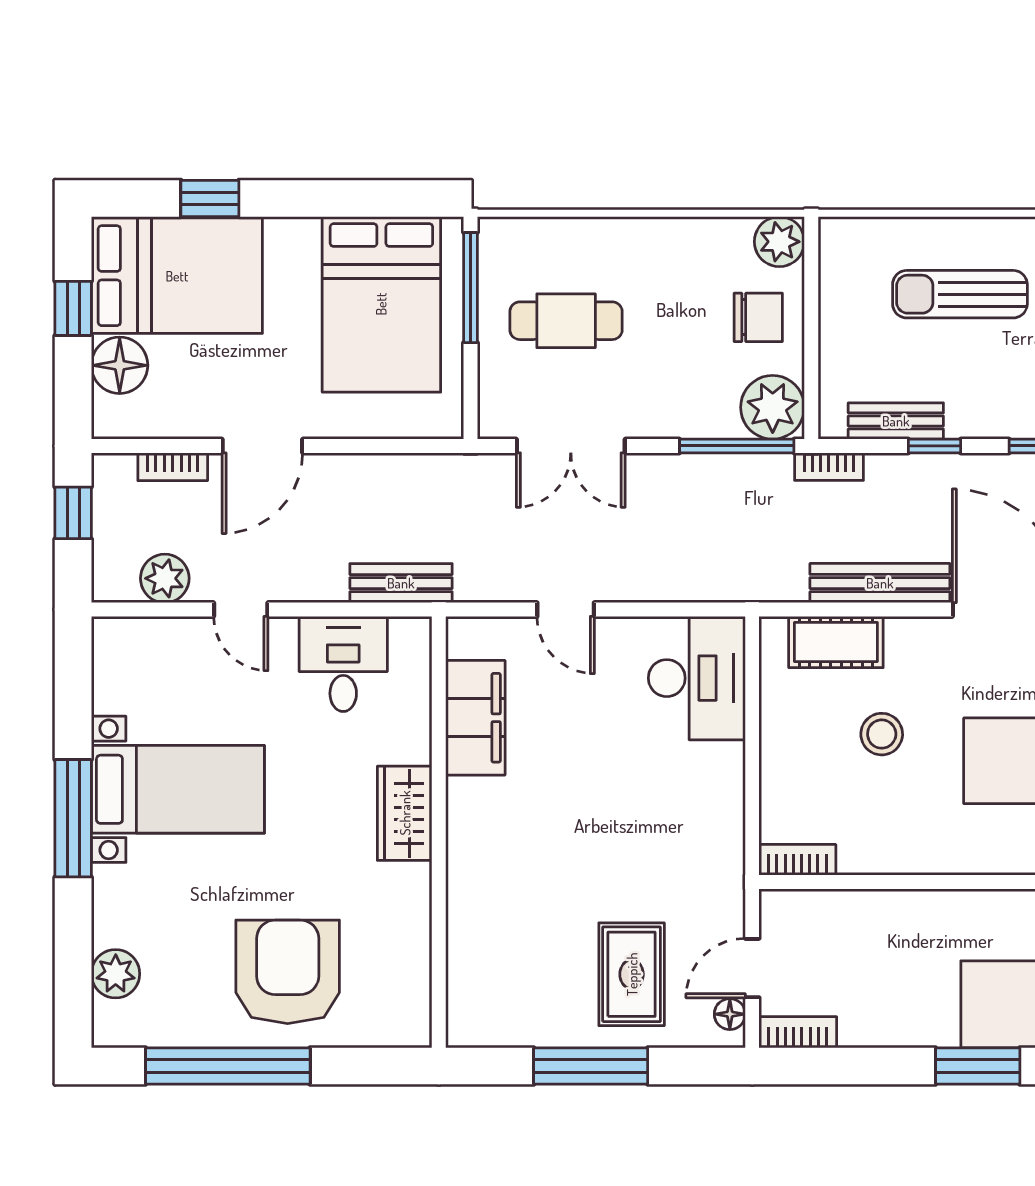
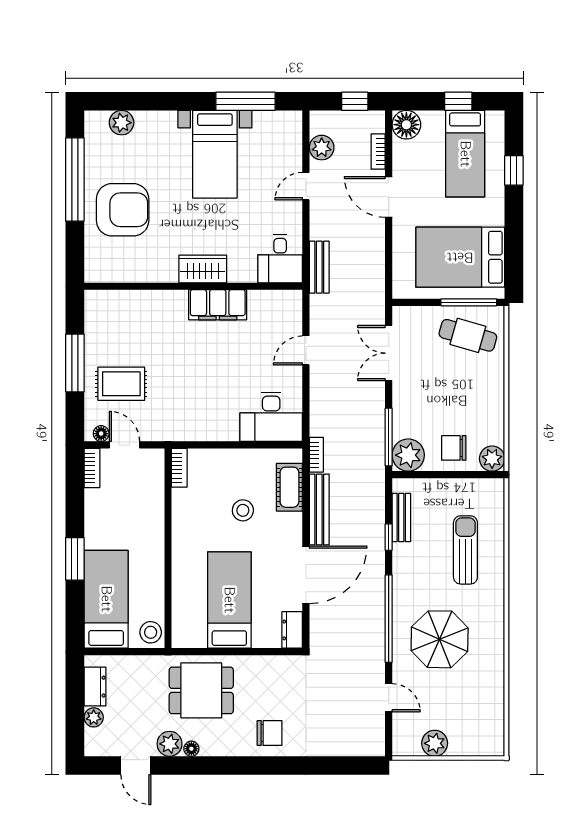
bed: (177, 276) -> (465, 154), width x0.67
chair: (758, 317) -> (454, 448), turned 90
cafe table: (566, 321) -> (468, 335), moved, turned -74
floor lamp: (120, 365) -> (406, 125), moved
bookcase: (829, 467) -> (316, 455), moved, turned 180
desk: (343, 664) -> (280, 259), moved, turned 90
filing cabinet: (475, 718) -> (218, 305), moved
window: (73, 818) -> (245, 101), moved

